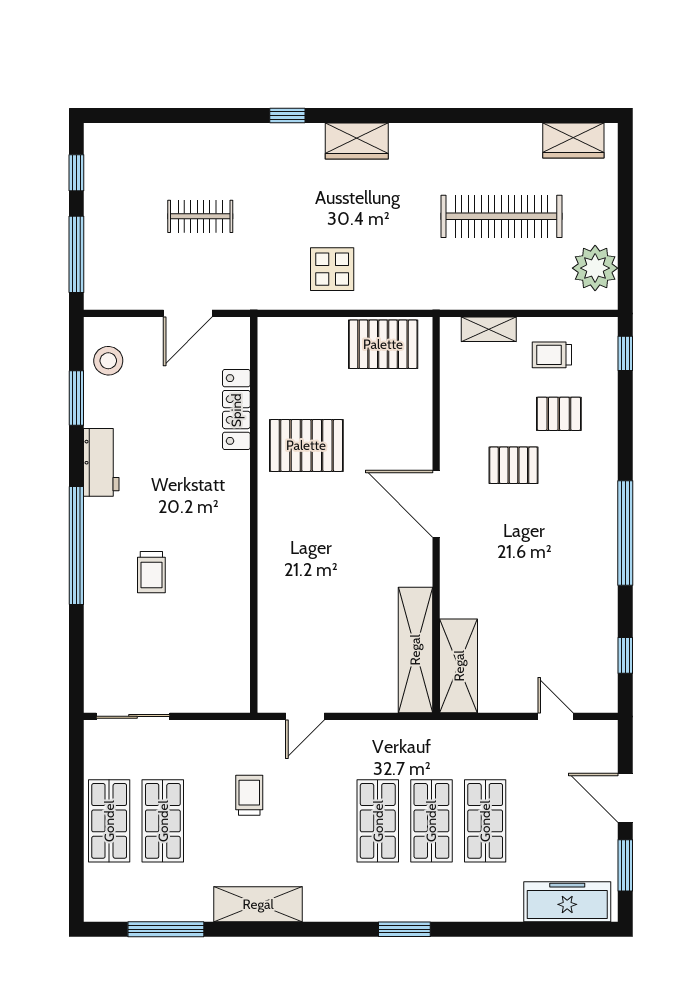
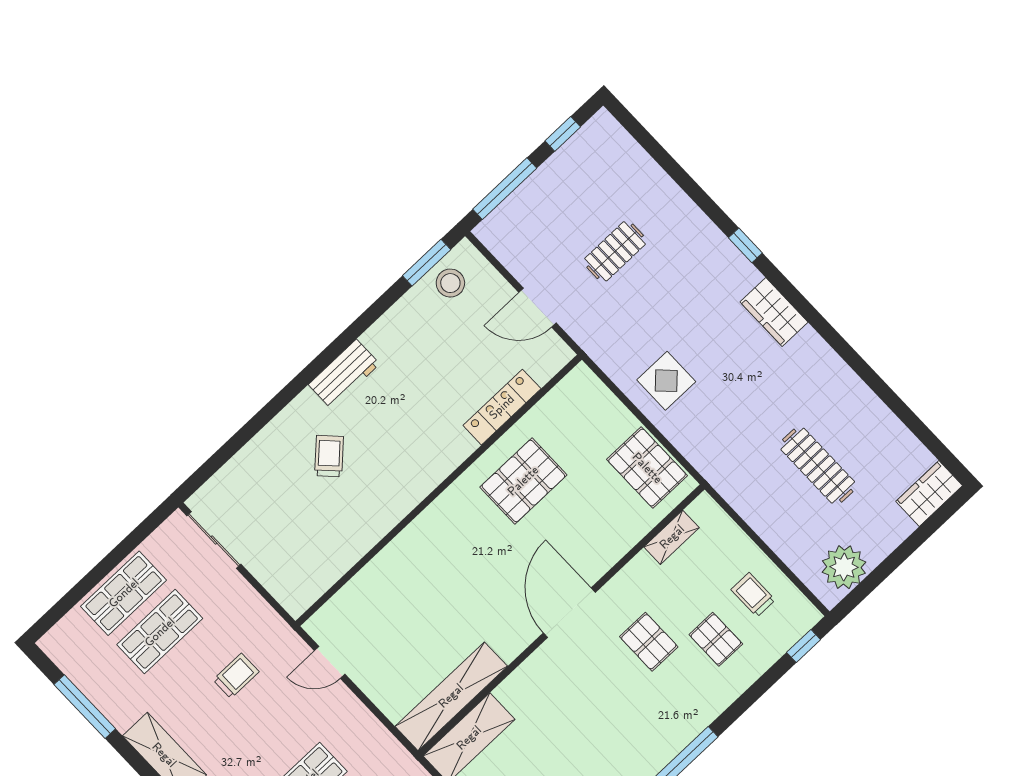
wardrobe: (573, 140) -> (929, 494), moved, turned 90
clothes rail: (200, 216) -> (615, 251), turned 90
clothes rail: (501, 216) -> (818, 466), width x0.73, depth x0.76
shelving: (489, 329) -> (672, 537), moved, turned 90
window: (76, 398) -> (427, 263), moved
pallet: (306, 445) -> (523, 481), turned 90
workbench: (101, 462) -> (344, 374), moved
window: (76, 546) -> (297, 385), removed
trolley: (151, 572) -> (329, 456), turned 136

